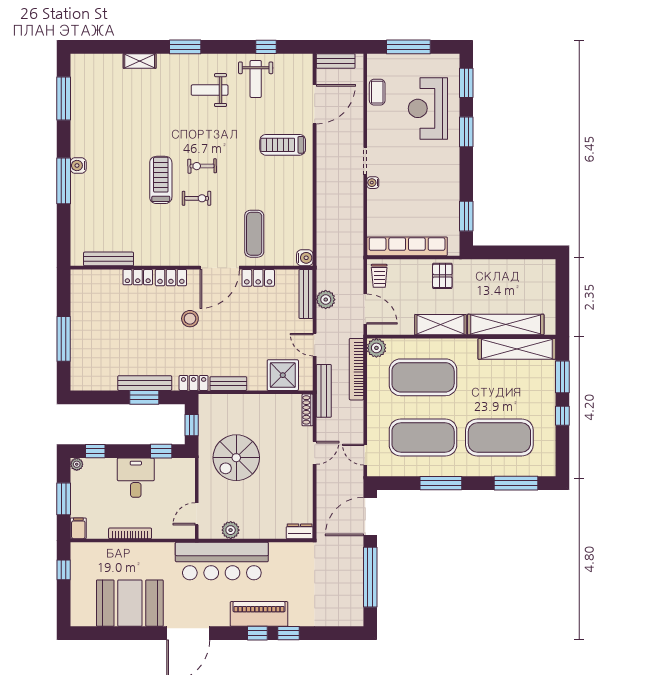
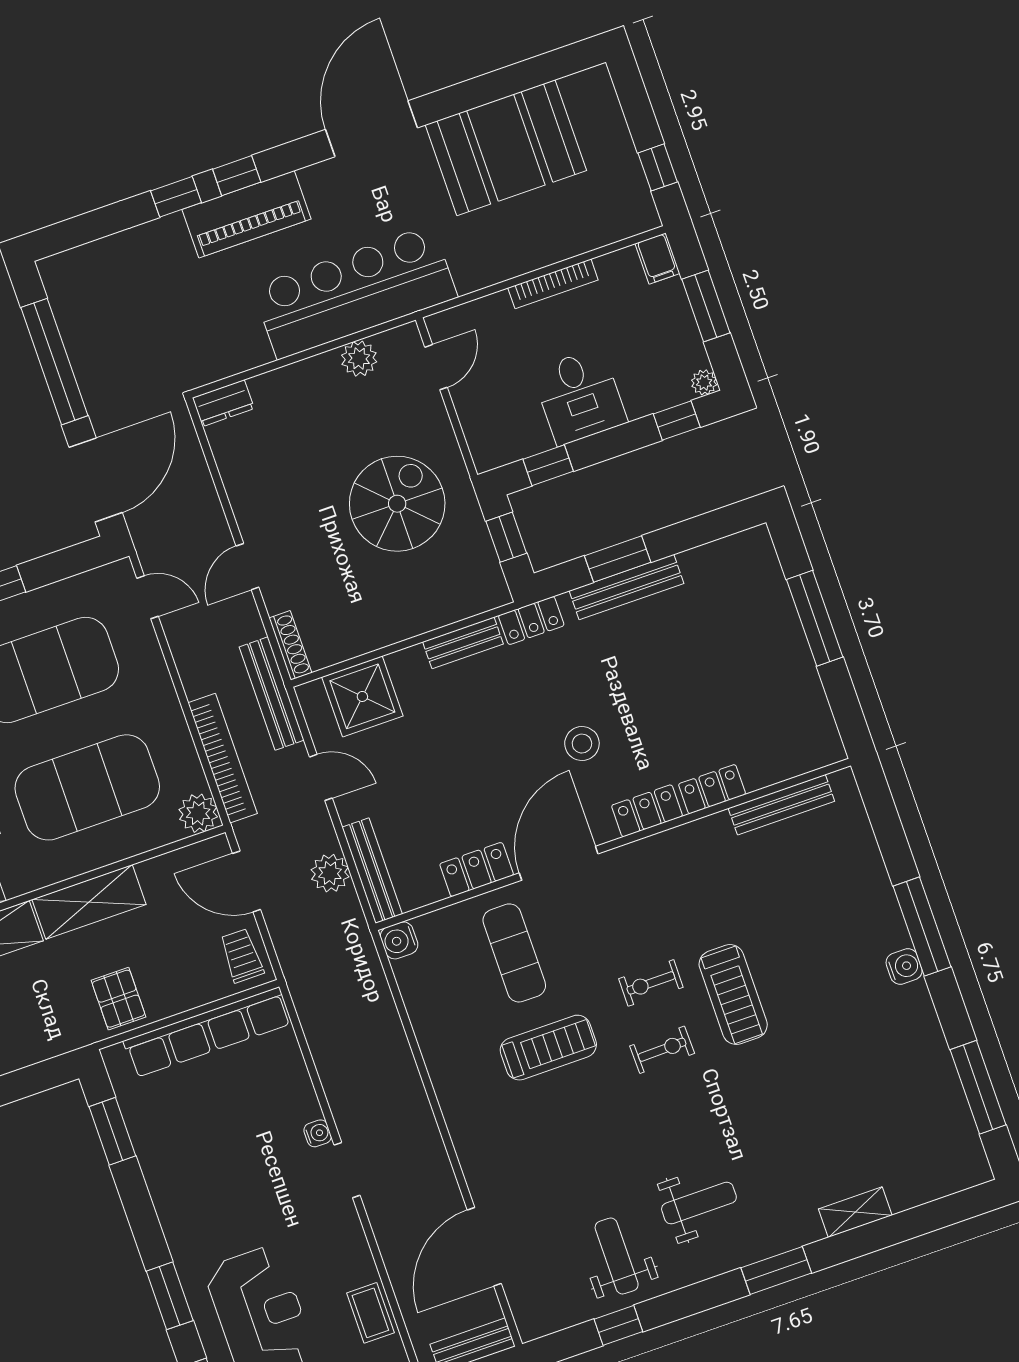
treadmill: (283, 145) -> (548, 1048), moved

